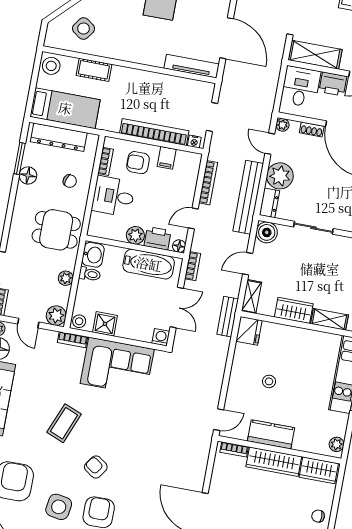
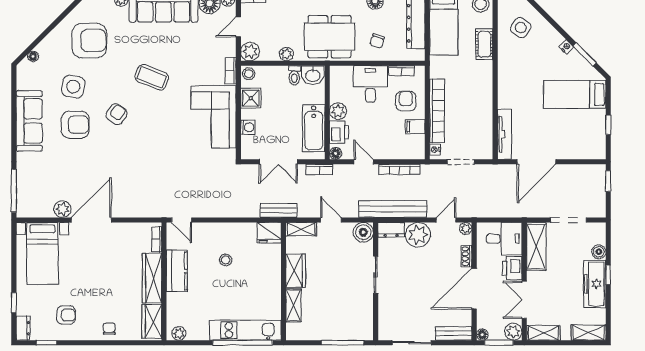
dining table: (56, 230) -> (330, 37), width x1.37
washing machine: (161, 337) -> (248, 127), moved

